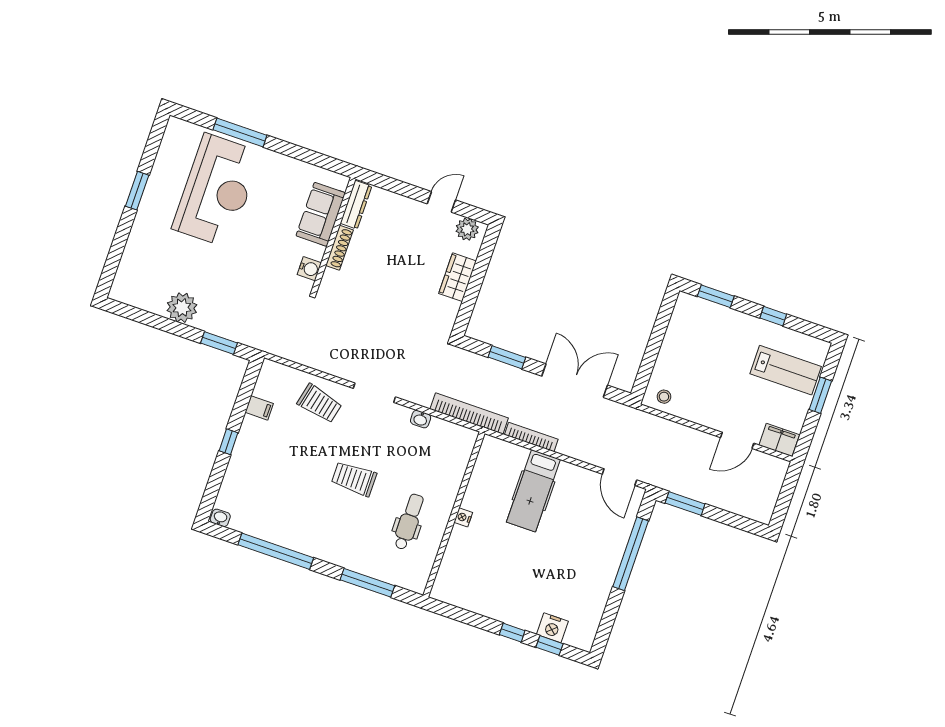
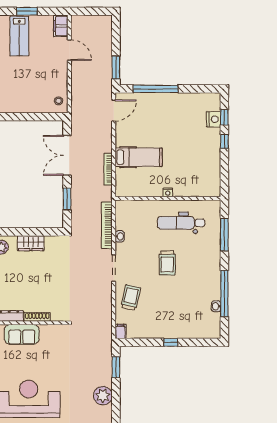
water cooler: (309, 269) -> (55, 330), removed
lab bench: (786, 370) -> (19, 36), turned 180
filing cabinet: (259, 408) -> (121, 331), moved
bookcase: (469, 414) -> (107, 225), moved
washbasin: (220, 518) -> (216, 306), moved
dental chair: (409, 522) -> (181, 223), width x1.36, depth x1.38

